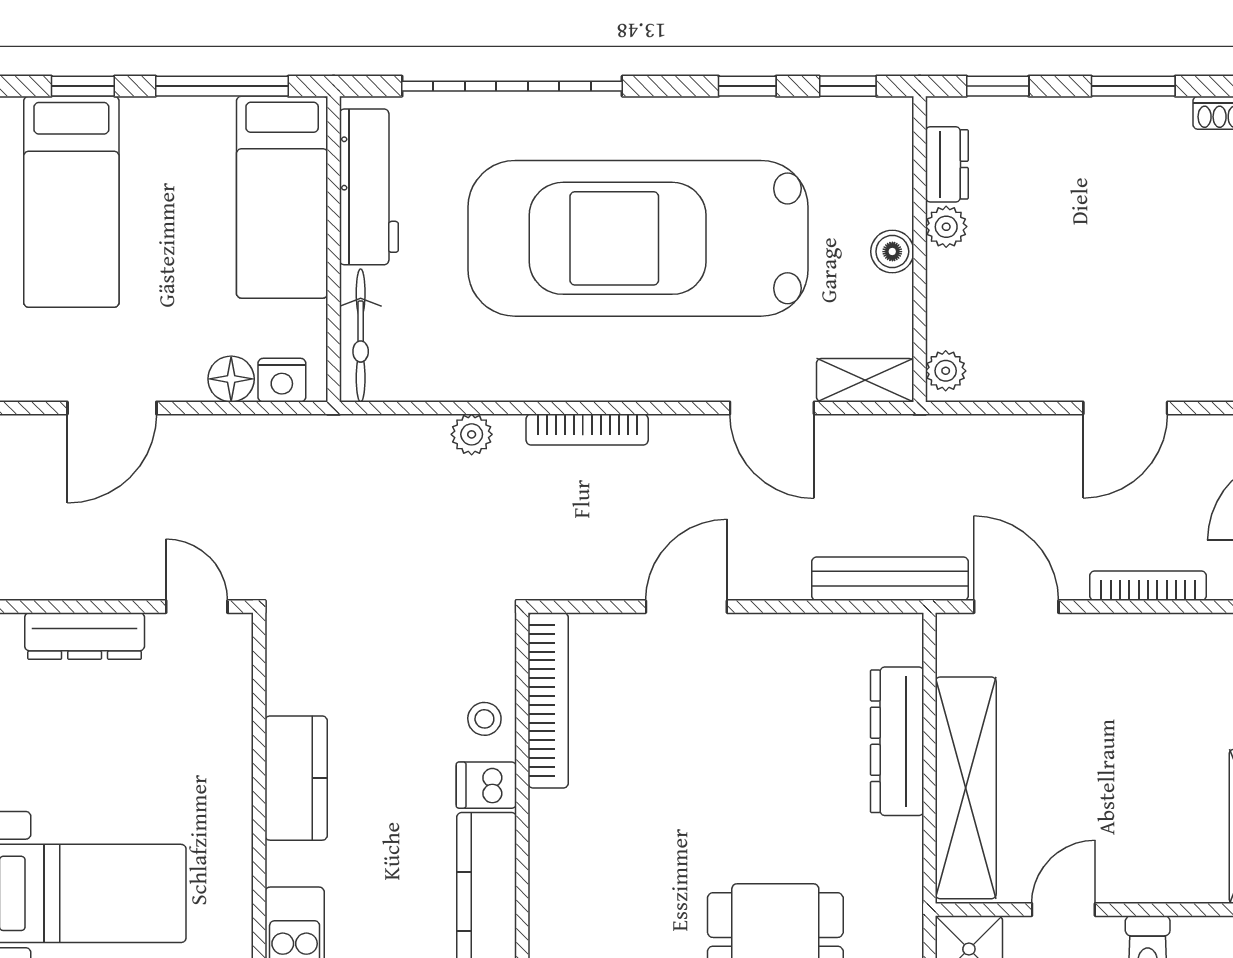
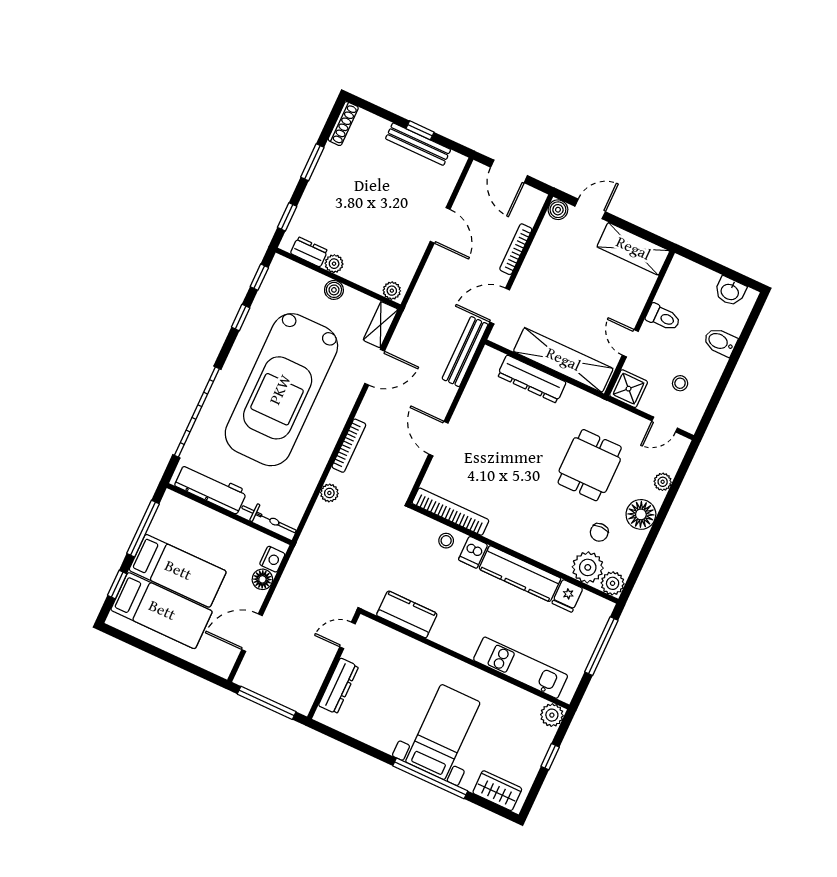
bed: (282, 197) -> (178, 571), moved
door: (112, 408) -> (252, 633), swing flipped
kitchen counter: (296, 778) -> (407, 614), moved

